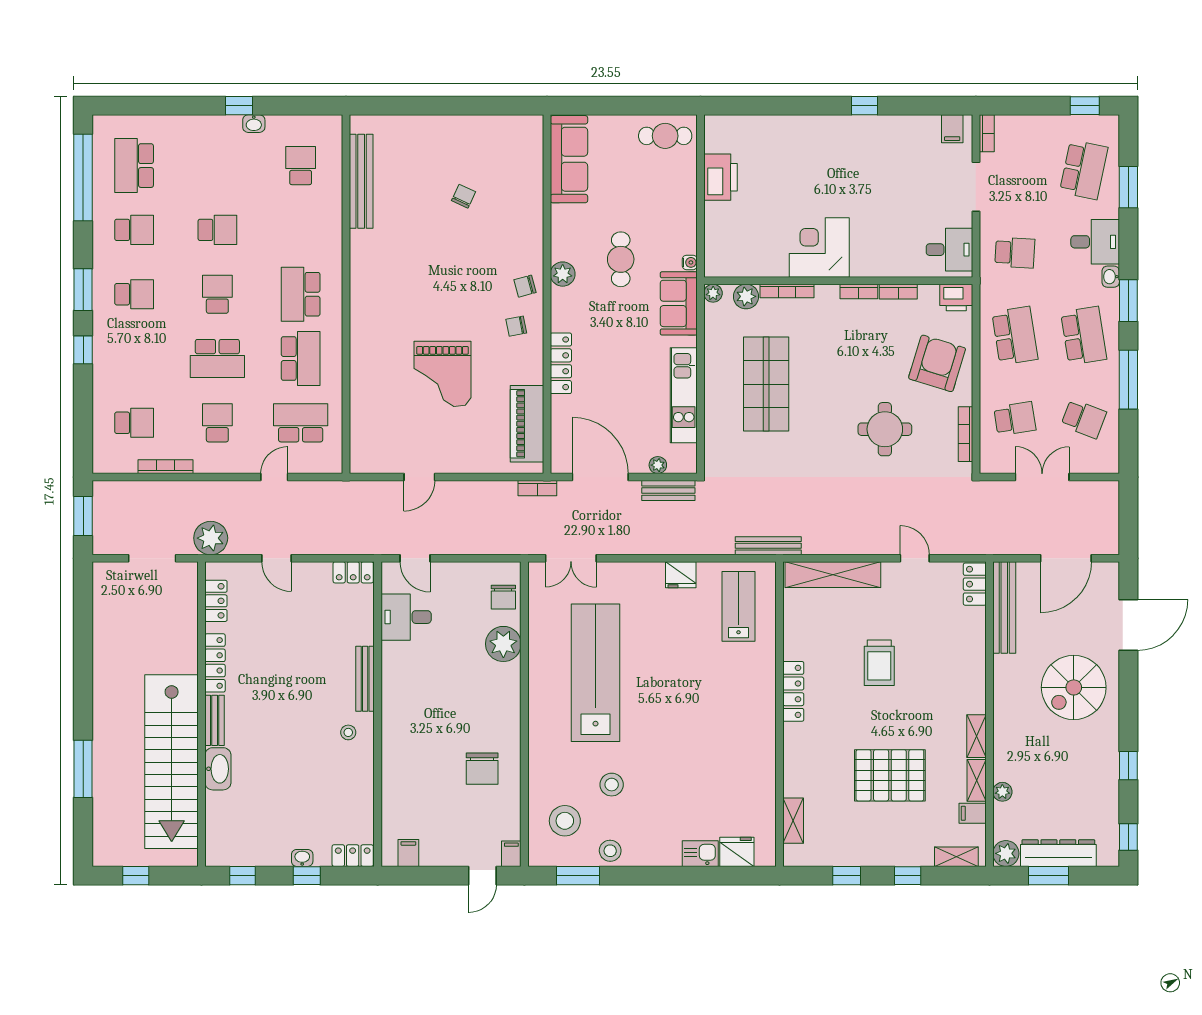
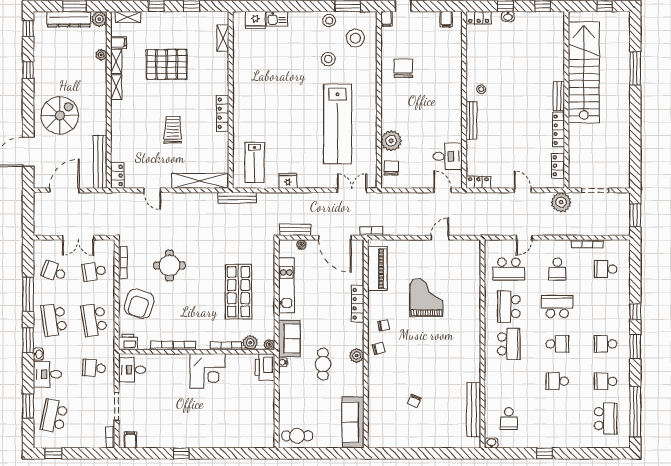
washbasin: (254, 124) -> (491, 443), moved
printer: (721, 177) -> (265, 367), moved
school desk: (217, 294) -> (557, 344), turned -90
washbasin: (218, 769) -> (557, 68), removed

